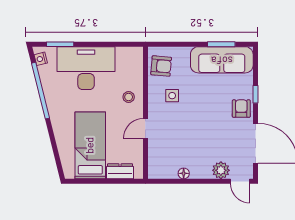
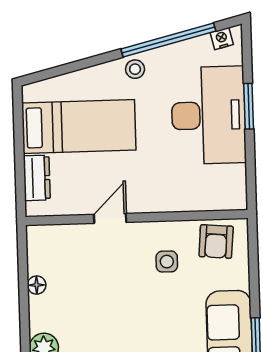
window: (60, 44) -> (249, 106), moved
stool: (129, 97) -> (135, 69), moved
door: (145, 128) -> (110, 218), hinge flipped

